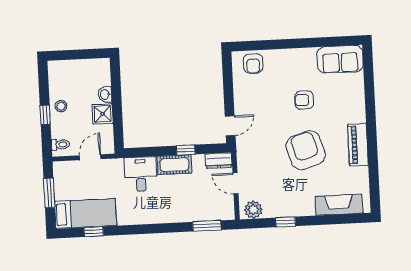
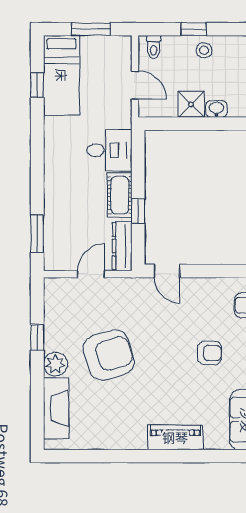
armchair: (304, 100) -> (210, 353), moved, turned 90
piano: (358, 145) -> (175, 437), moved
armchair: (306, 150) -> (109, 355), moved
dresser: (219, 161) -> (122, 246), width x1.44
plant: (253, 210) -> (55, 364), moved

